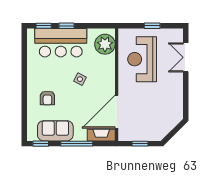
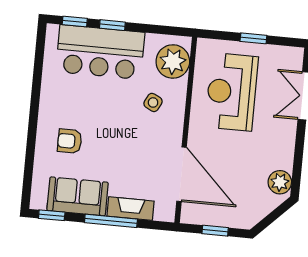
side table: (80, 79) -> (153, 102), moved
armchair: (47, 98) -> (70, 141), turned 90
plant: (176, 111) -> (280, 182), added
door: (117, 112) -> (182, 174), swing flipped
fireplace: (101, 135) -> (131, 209), moved

